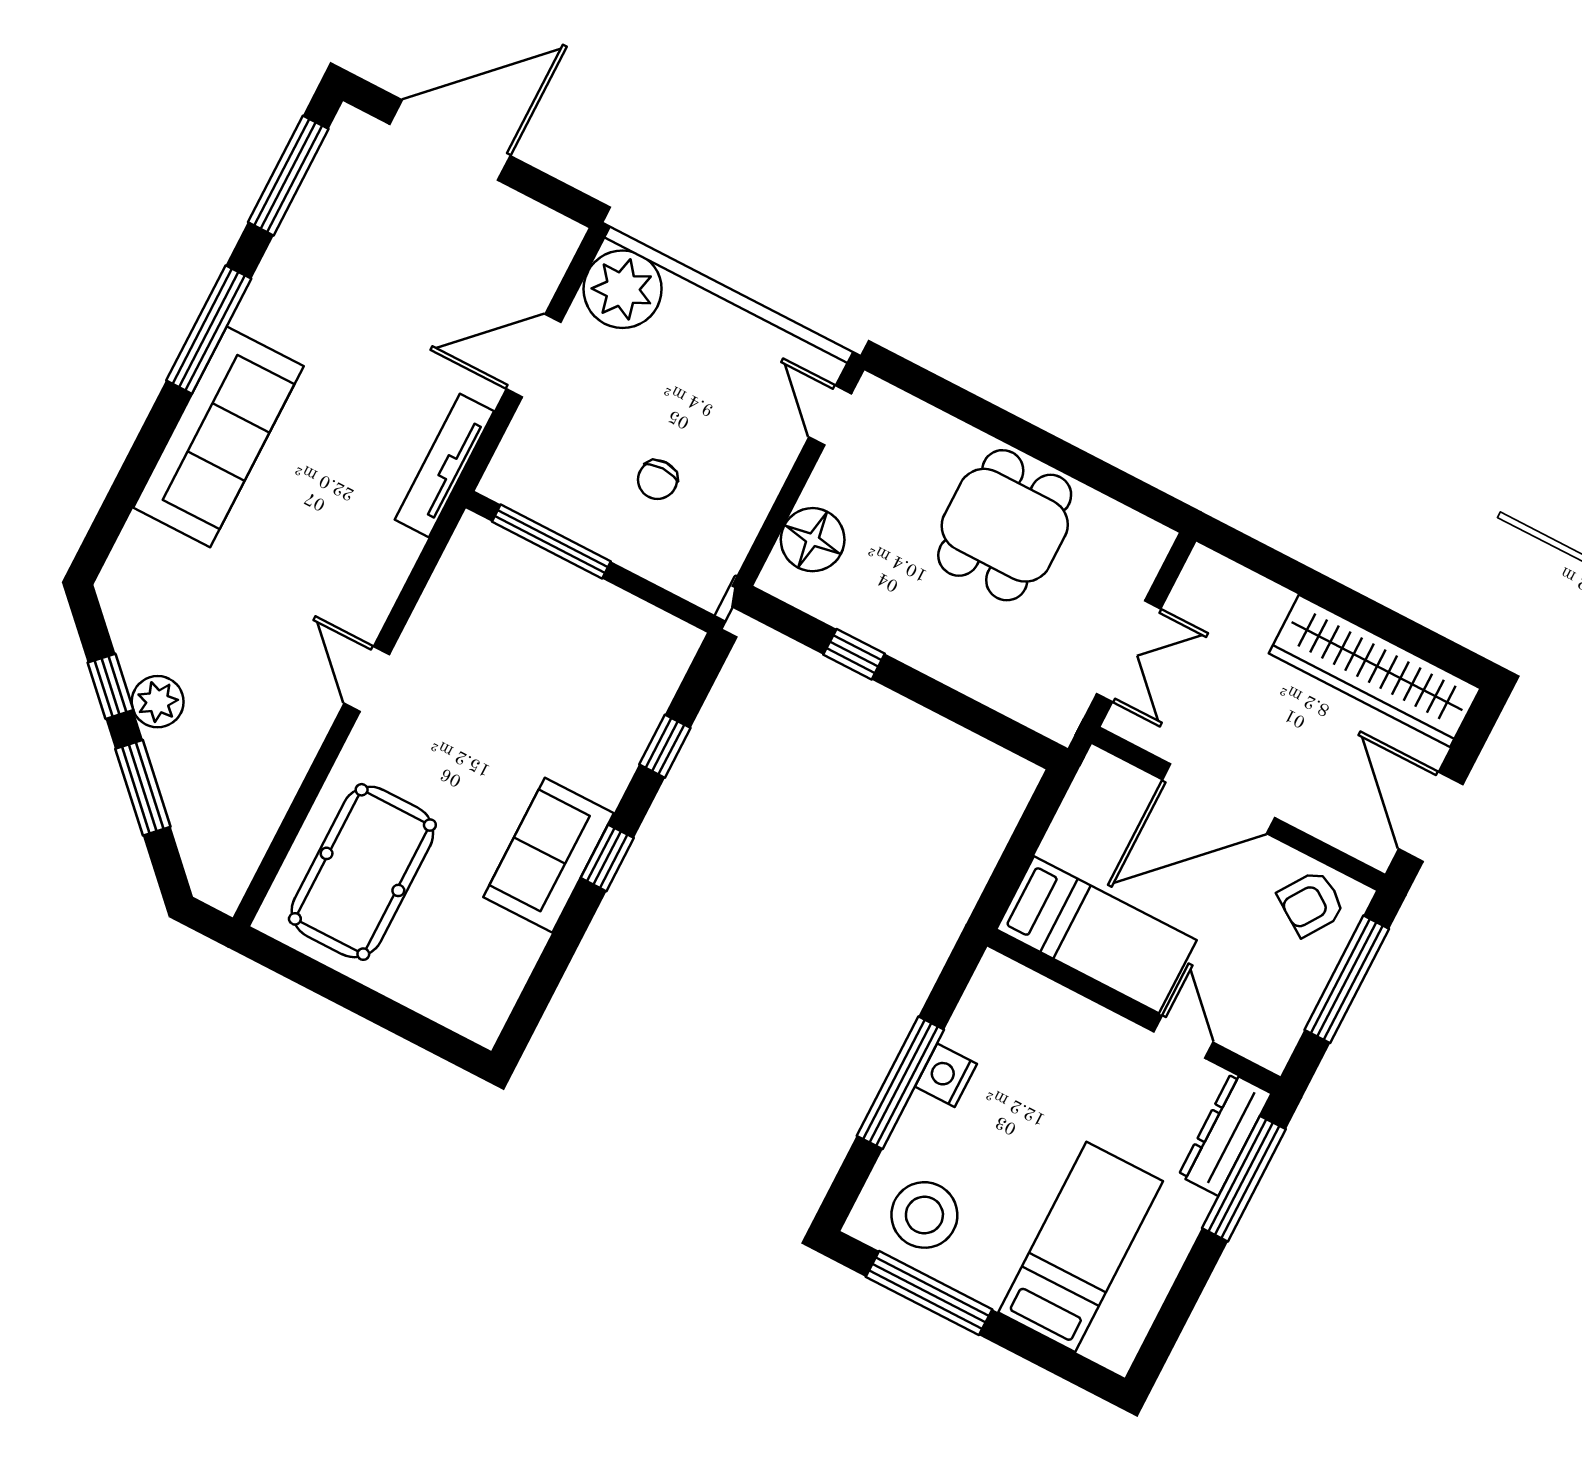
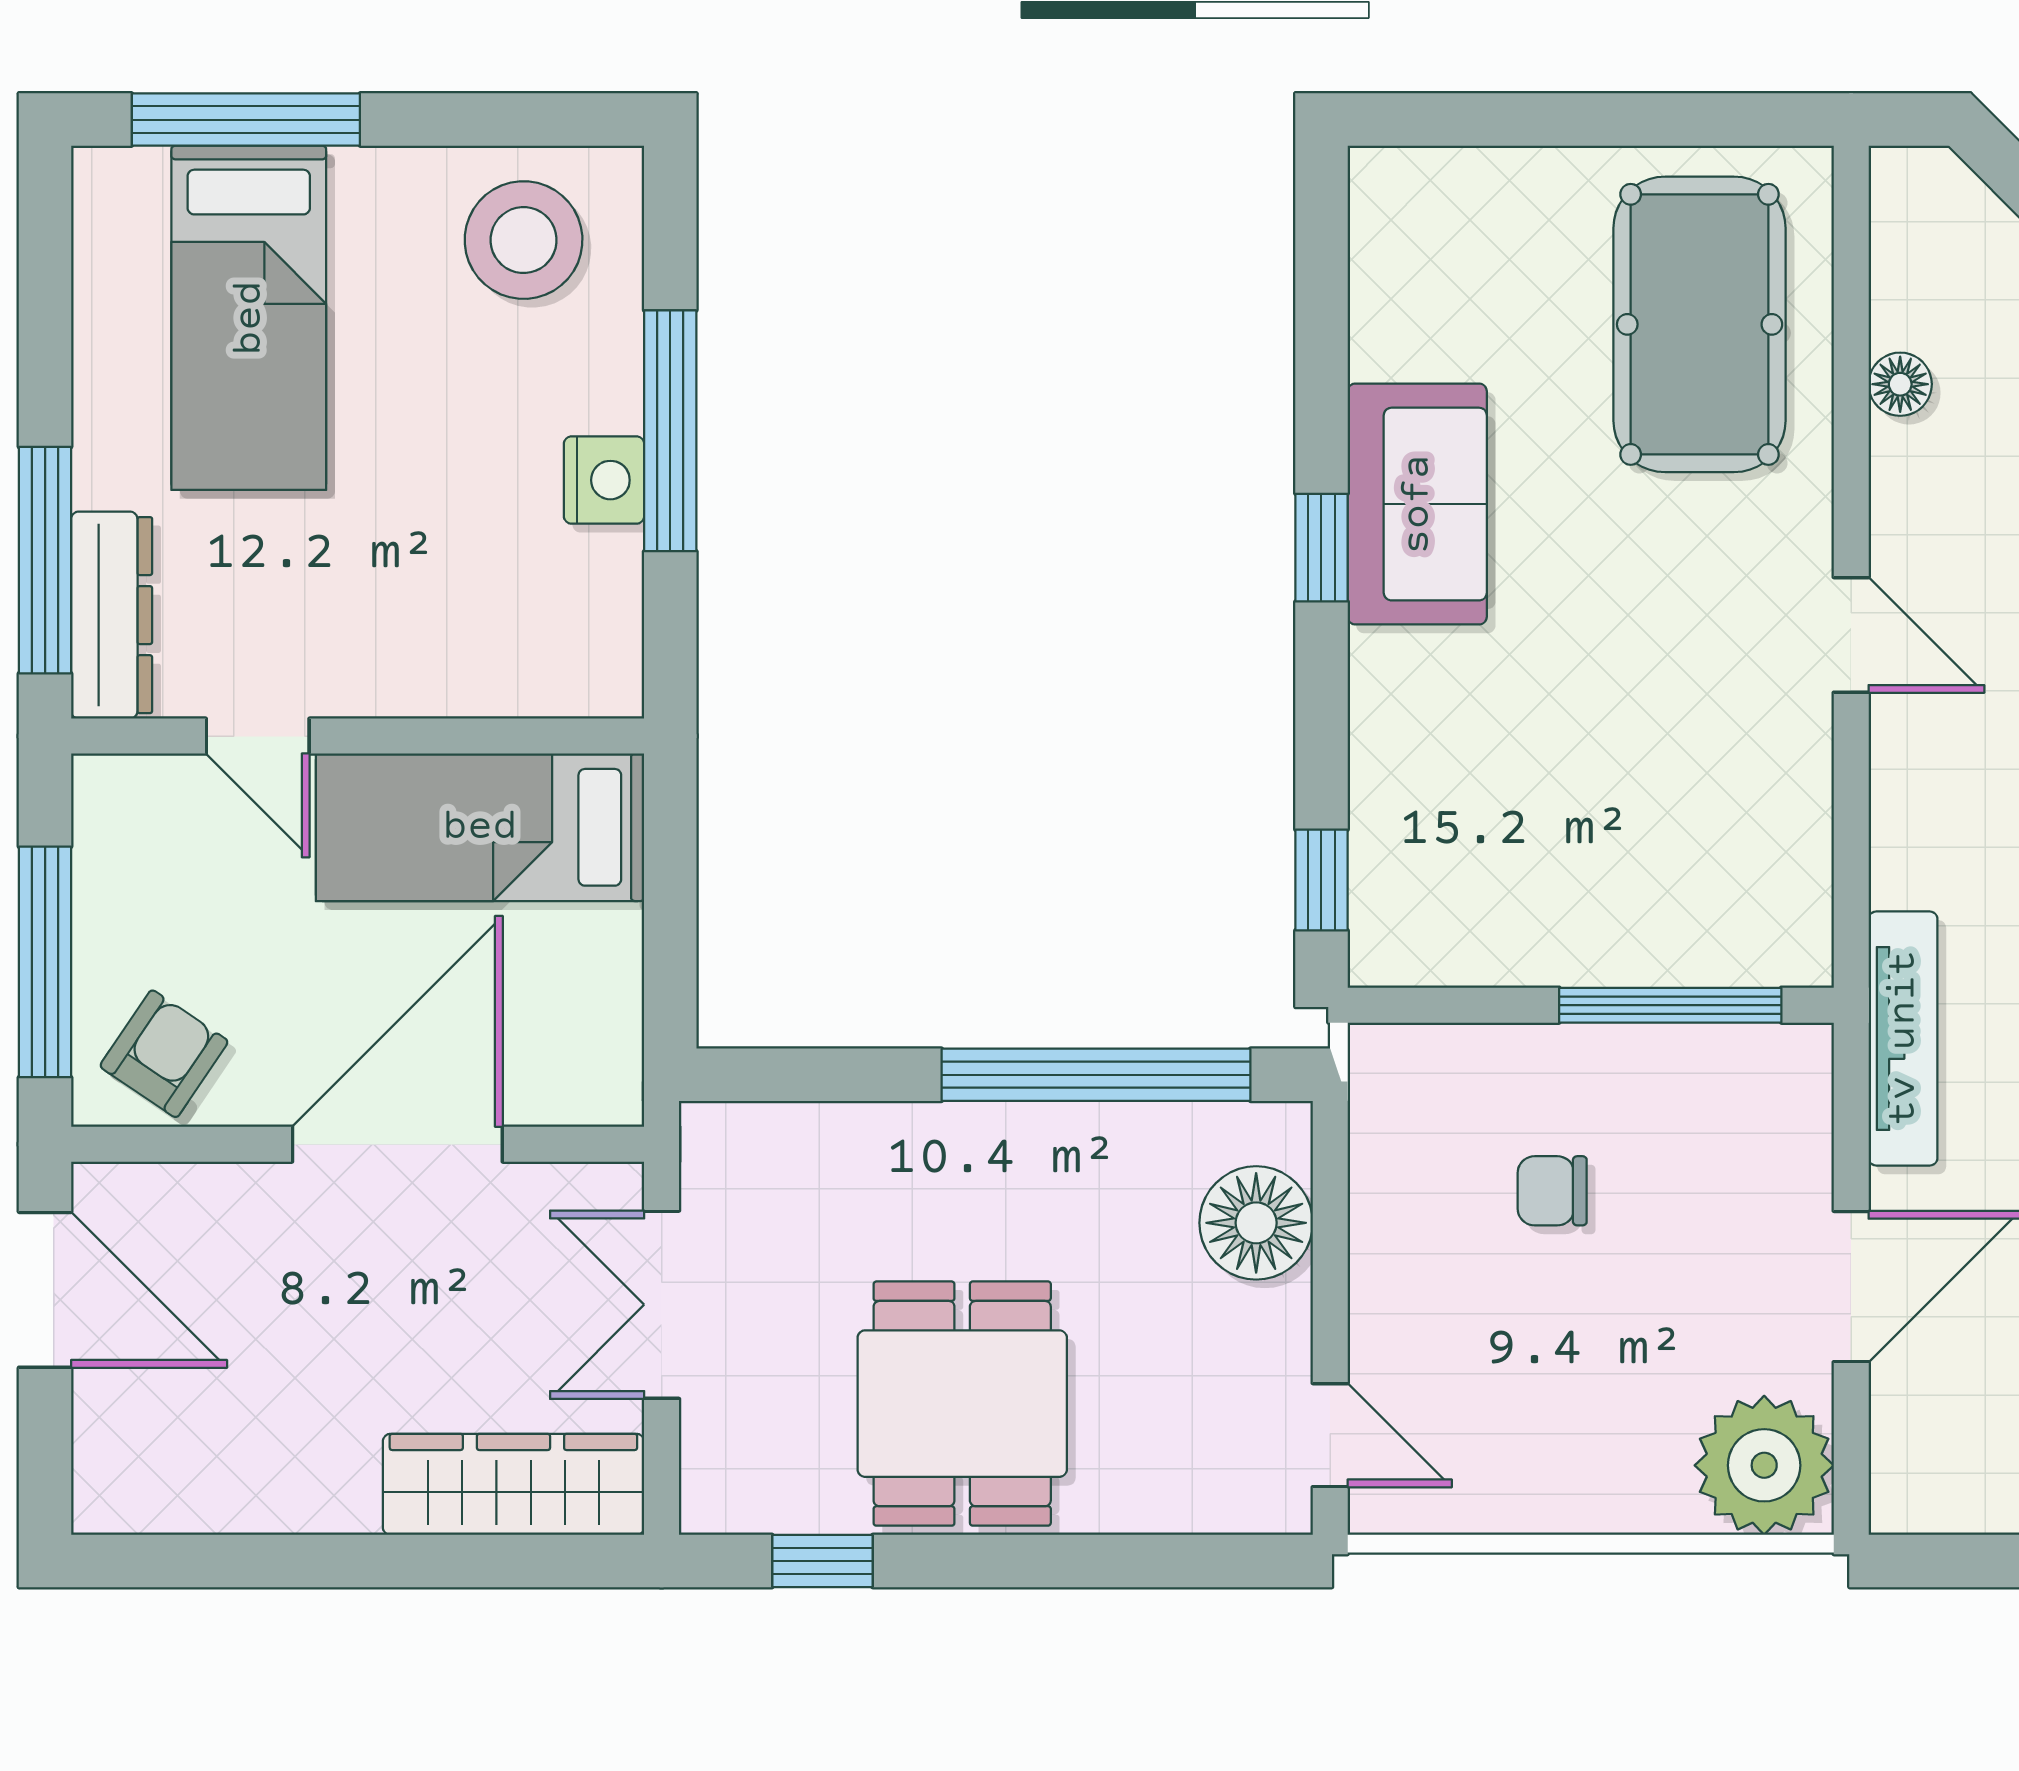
chair: (657, 480) -> (1552, 1191), turned -90
window: (1114, 483) -> (822, 1561), added
window: (854, 654) -> (1096, 1075), width x3.17
wardrobe: (1375, 671) -> (513, 1484), moved, width x0.71, depth x0.85
window: (665, 746) -> (1321, 880), moved
floor lamp: (278, 791) -> (1900, 384), added
window: (929, 1293) -> (246, 120), moved

